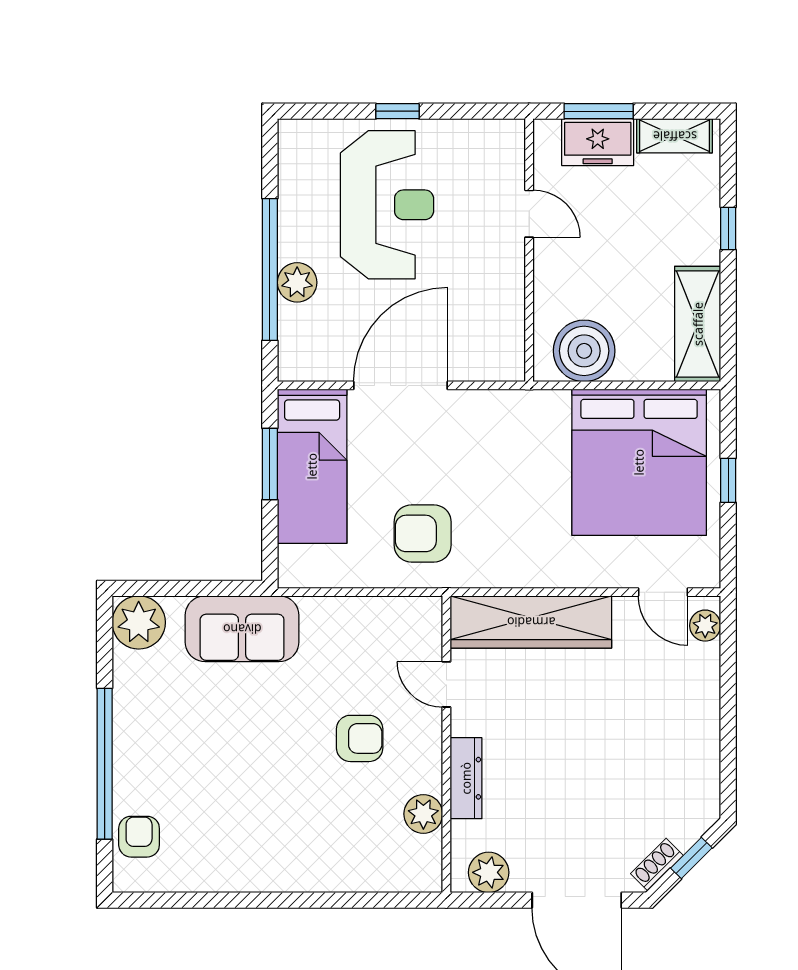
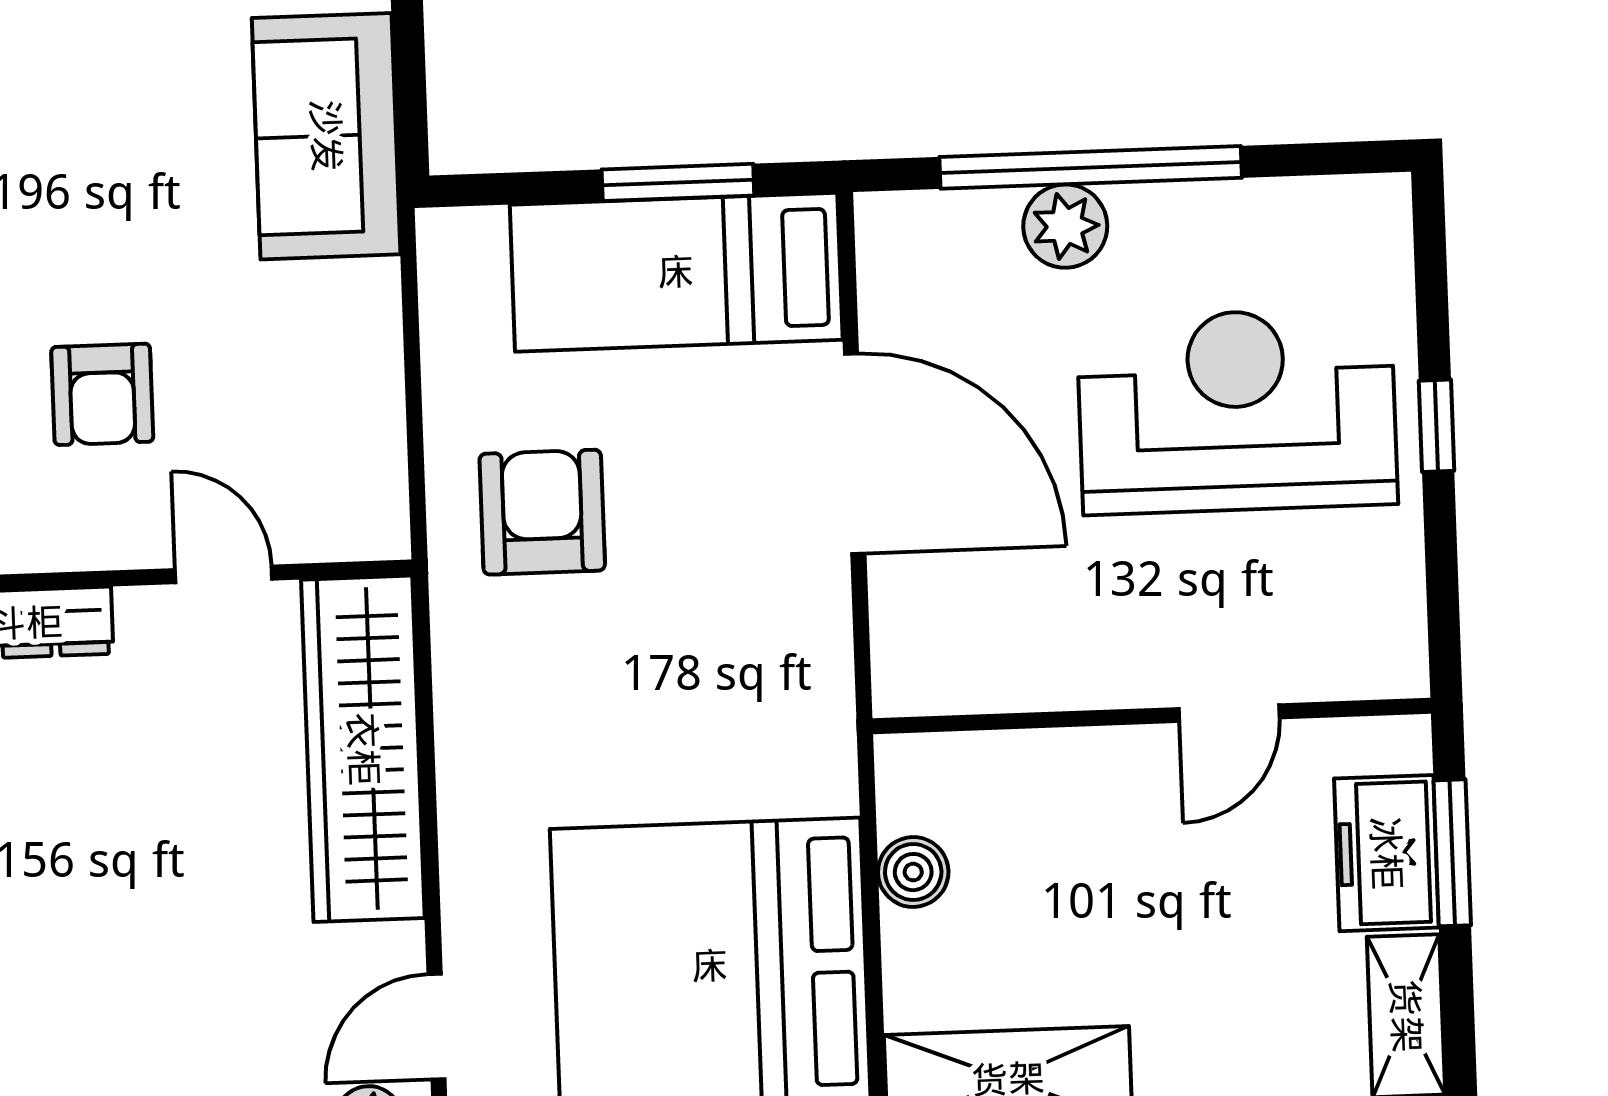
reception desk: (387, 205) -> (1237, 411), turned 180
boiler: (584, 351) -> (913, 872), width x0.54, depth x0.54
door: (446, 684) -> (224, 574), hinge flipped

